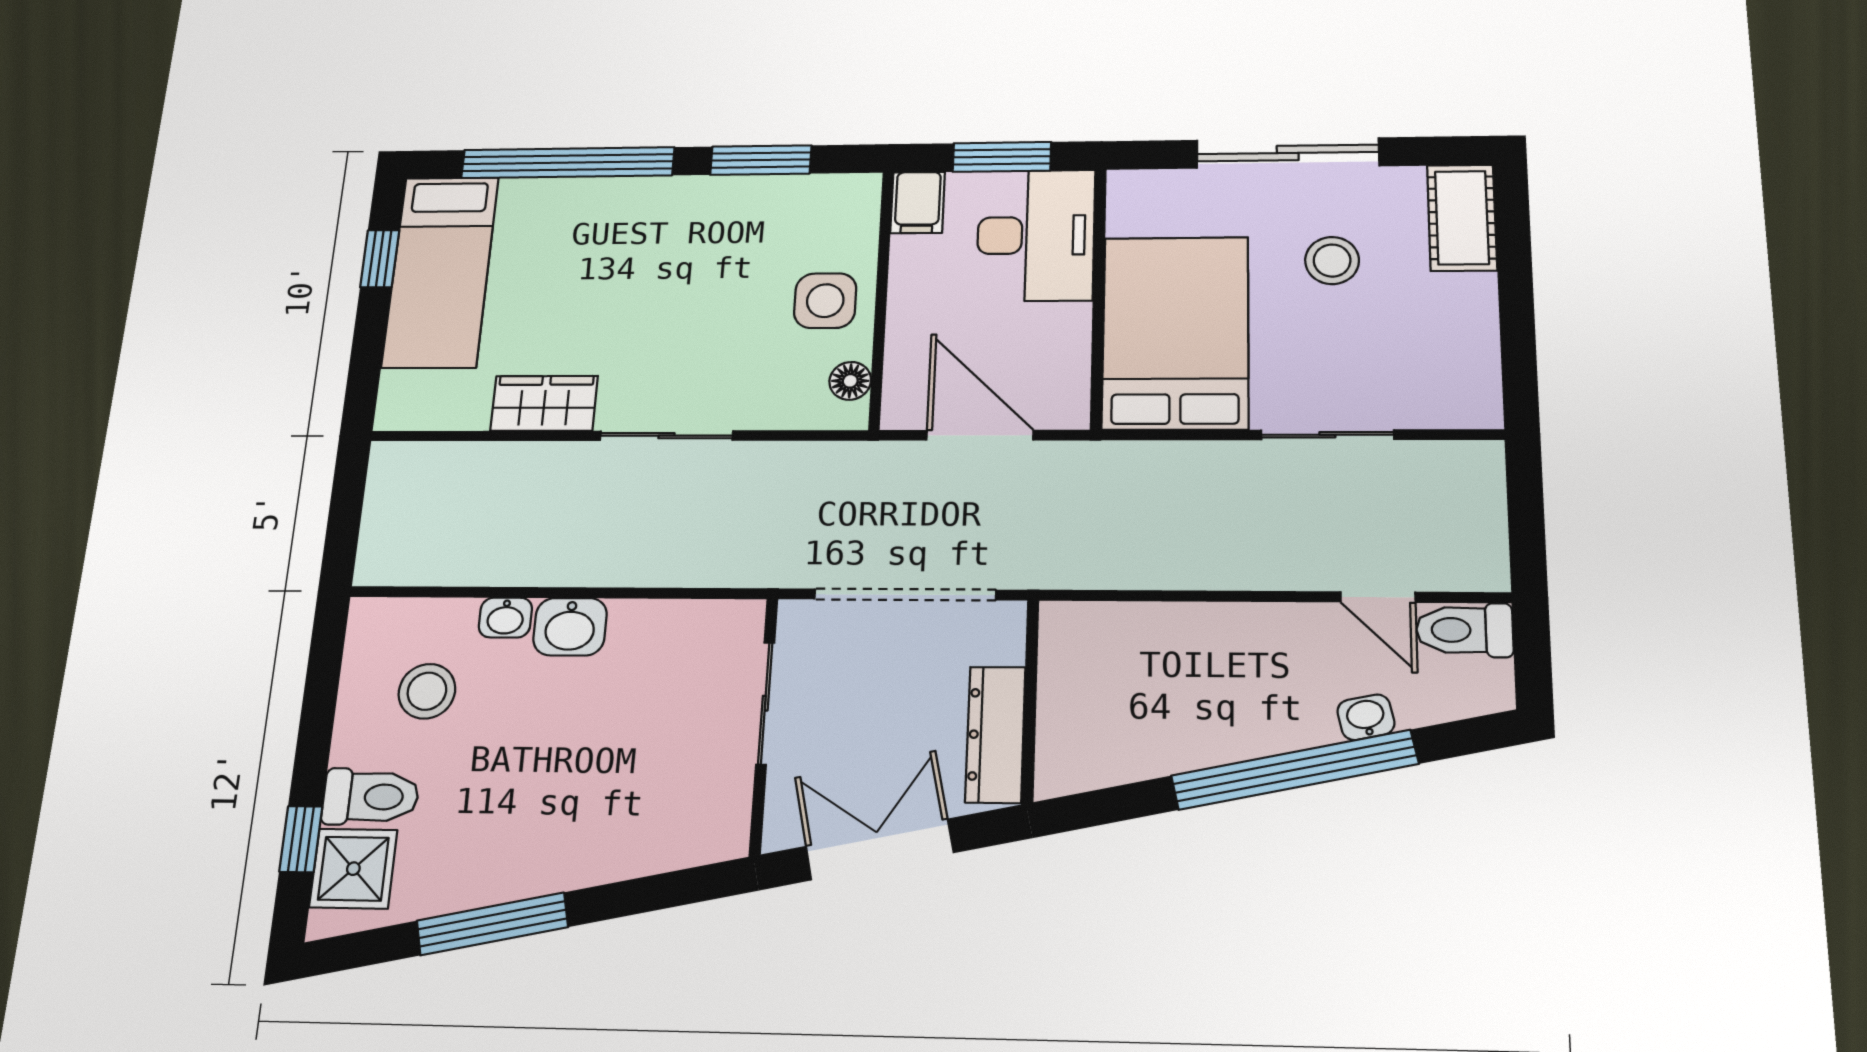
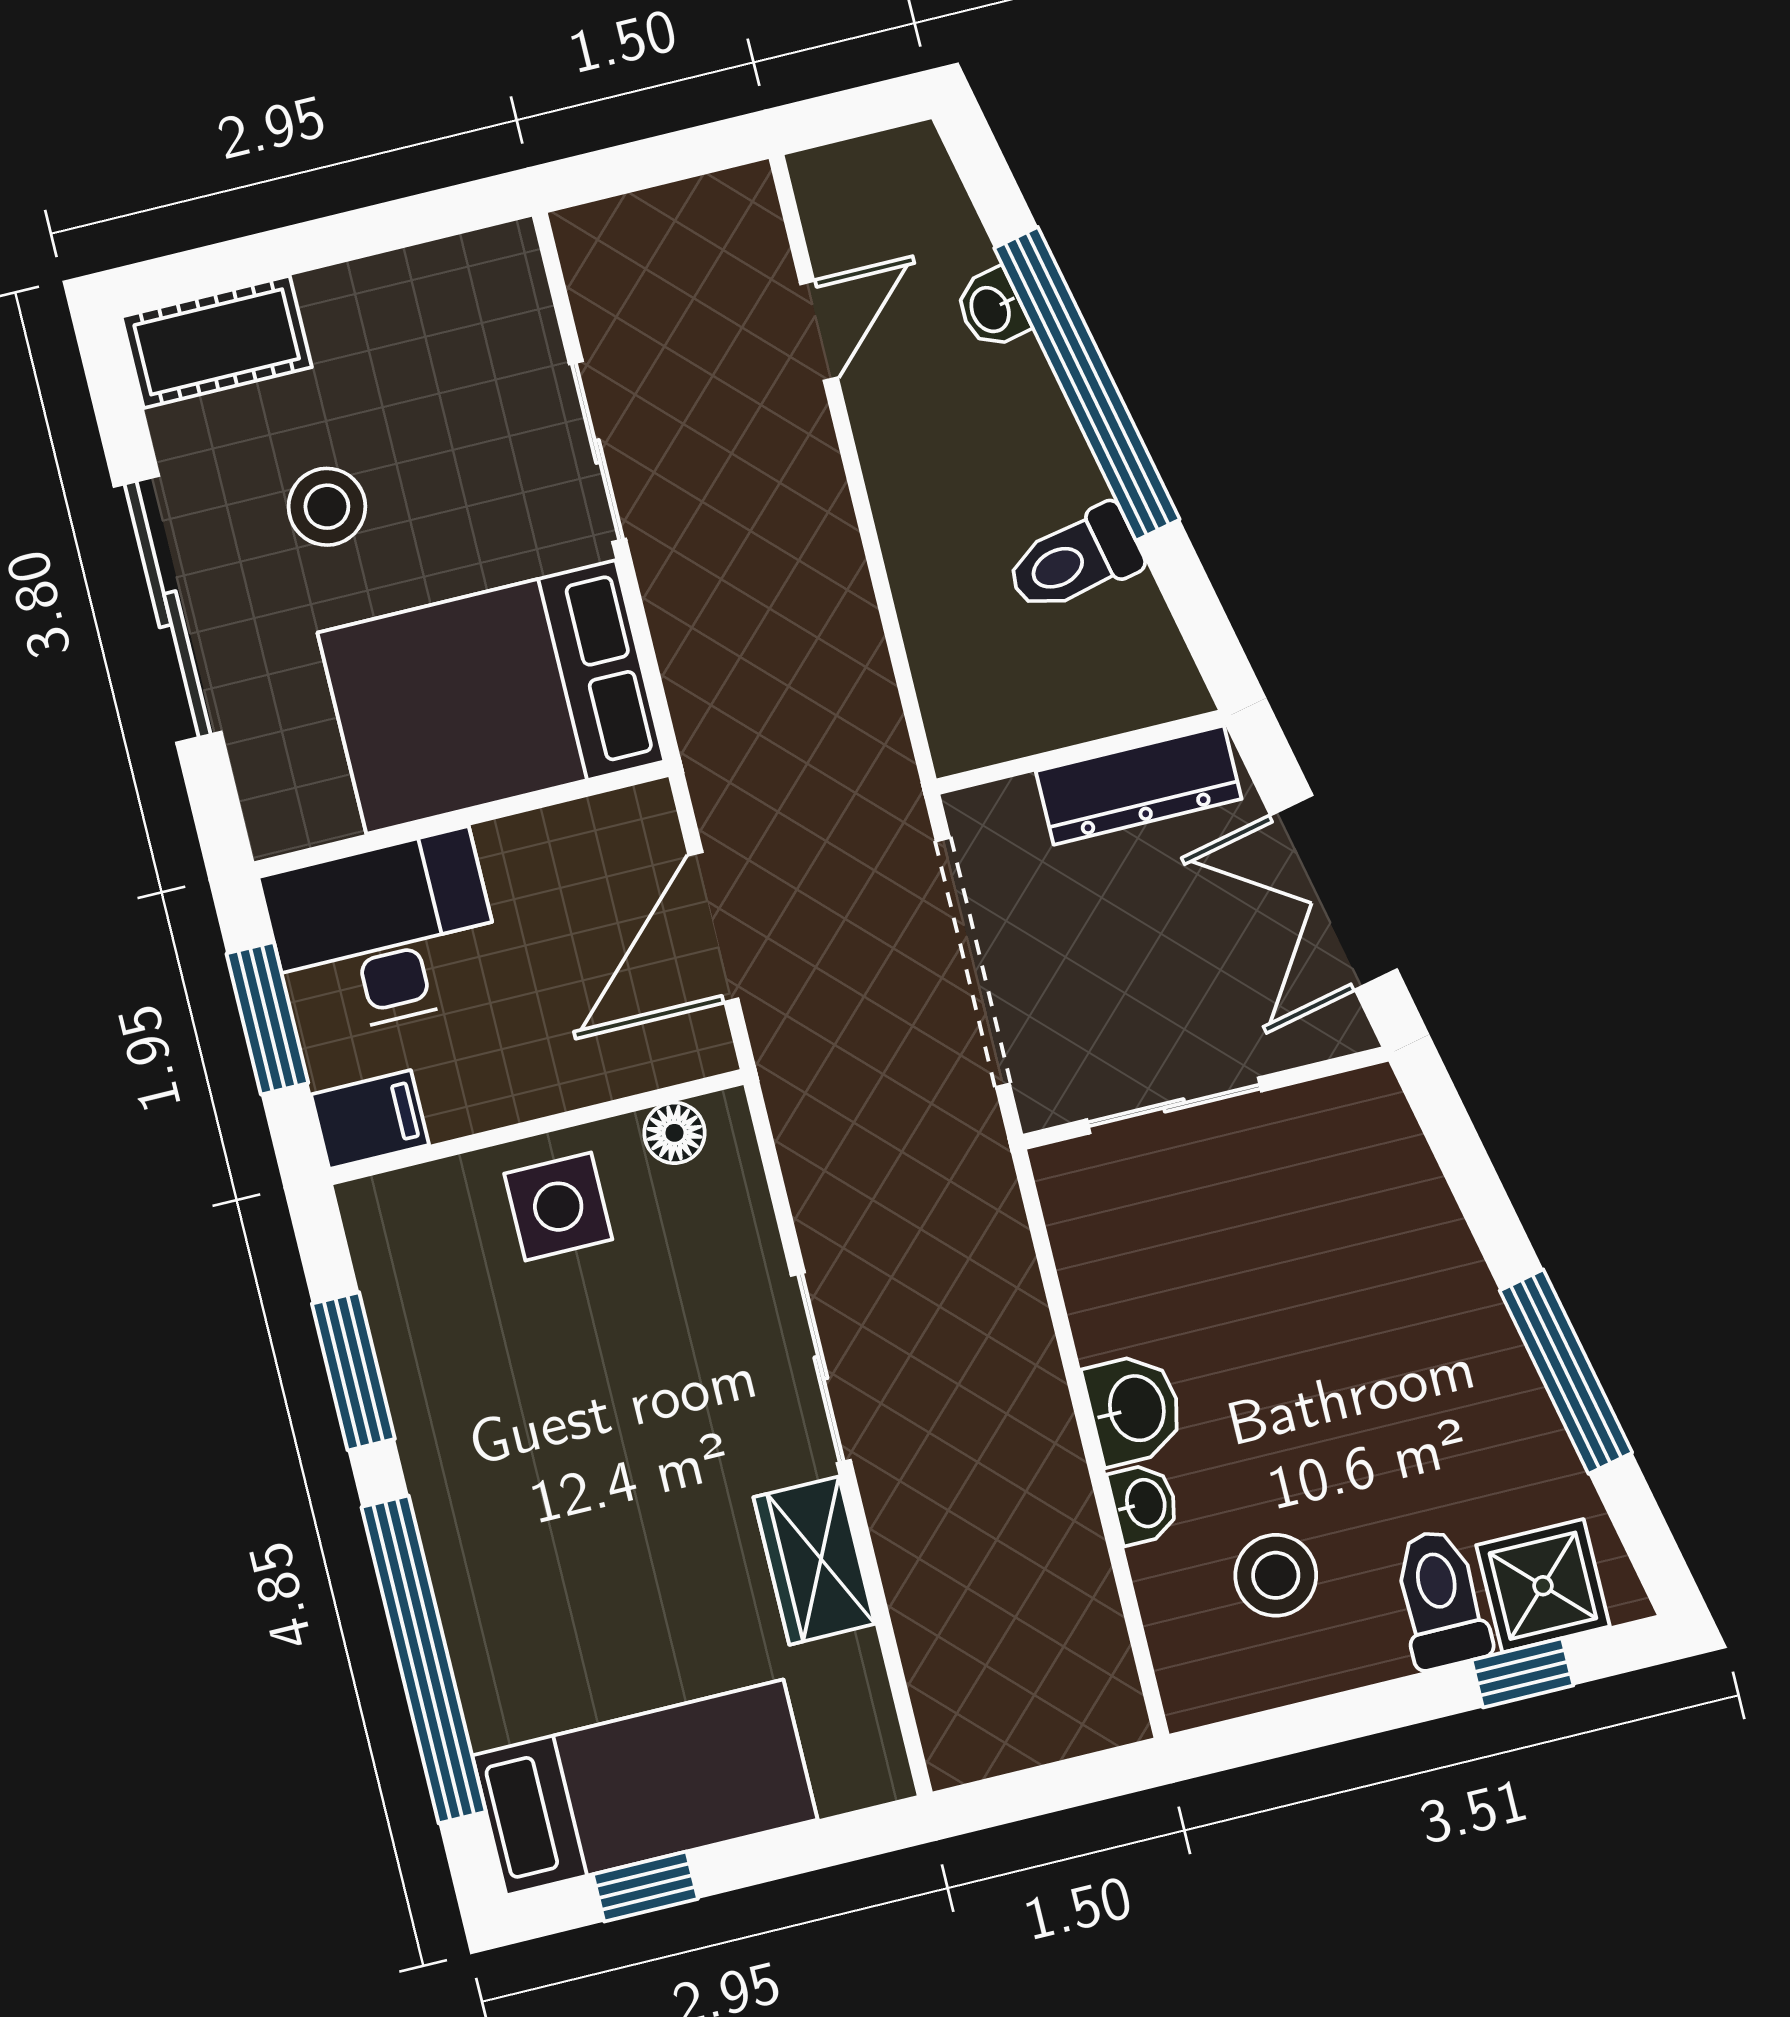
toilet: (1465, 630) -> (1074, 560), moved, turned 78

